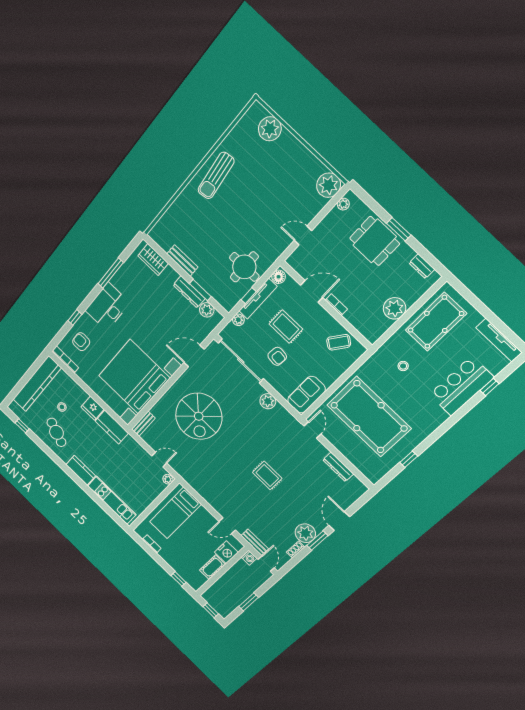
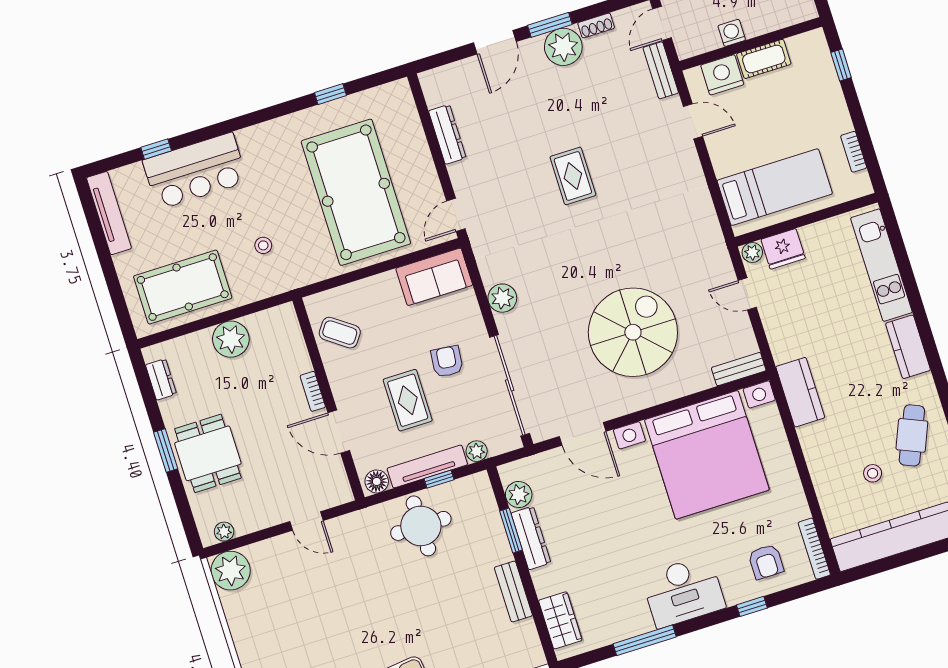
fridge: (93, 408) -> (783, 249), moved, turned 90
washing machine: (249, 558) -> (732, 33), moved

